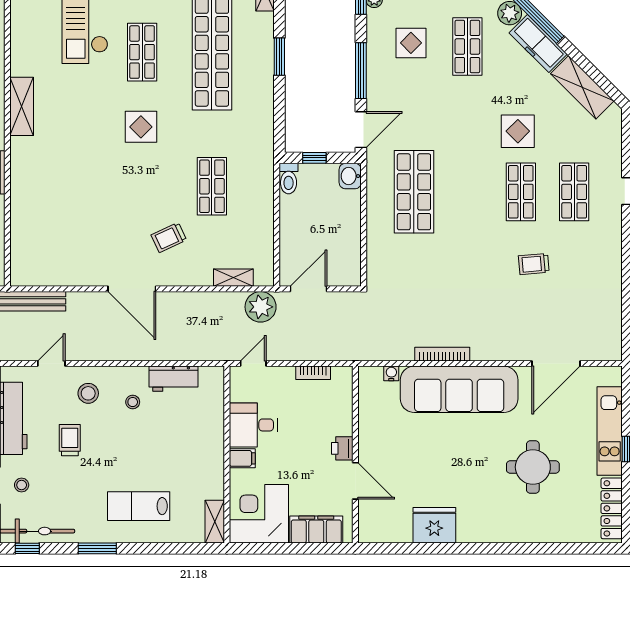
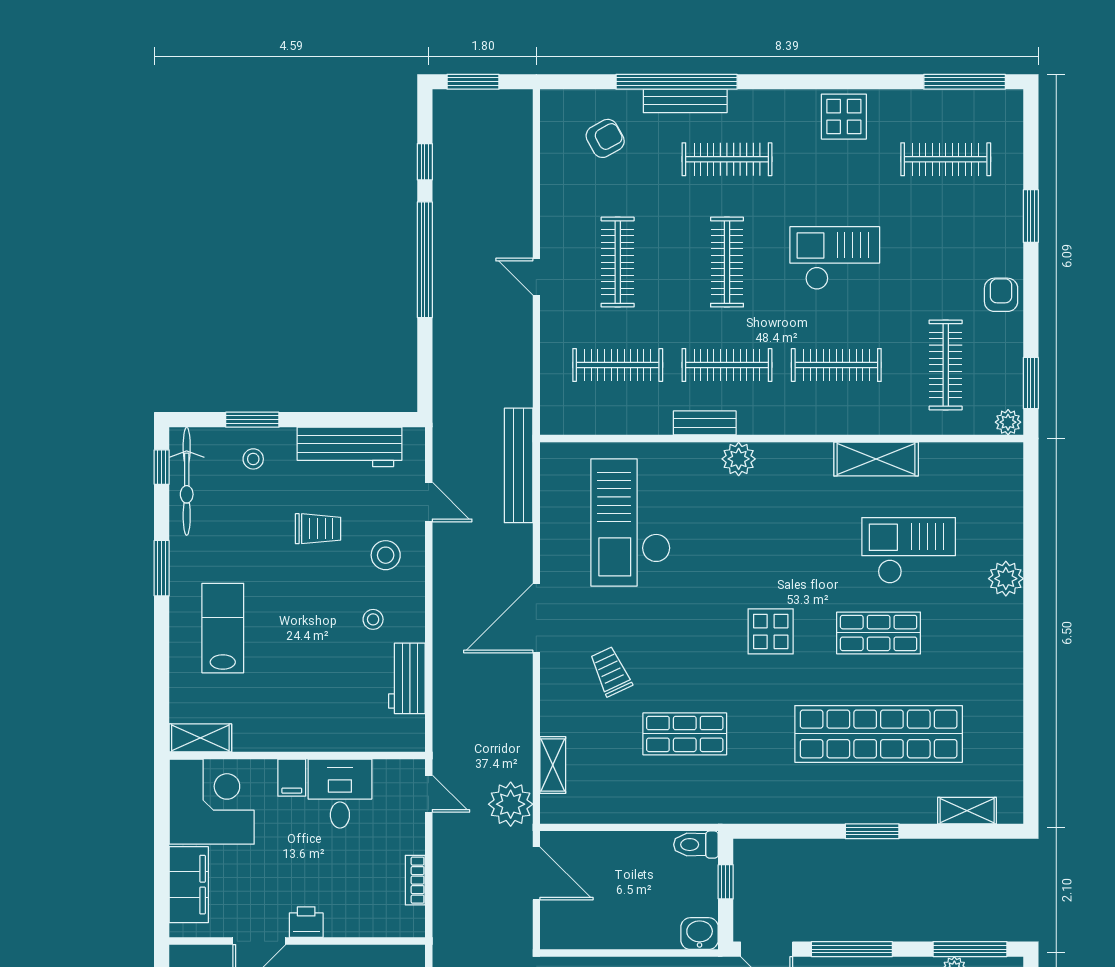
shelving: (22, 106) -> (876, 459), moved
plant: (22, 149) -> (739, 459), added
checkout: (66, 224) -> (631, 522), added

